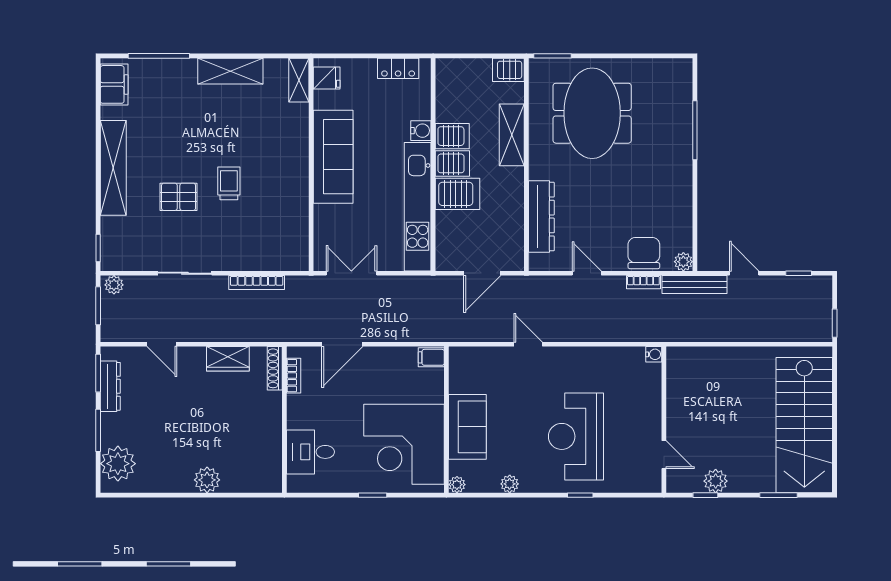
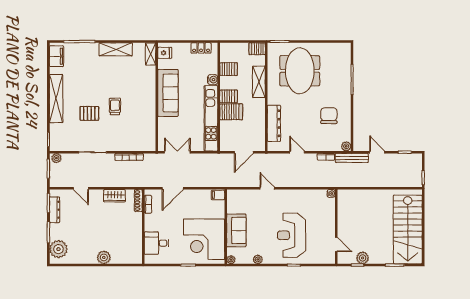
server rack: (452, 136) -> (229, 69), moved
chair: (644, 253) -> (329, 116), moved

